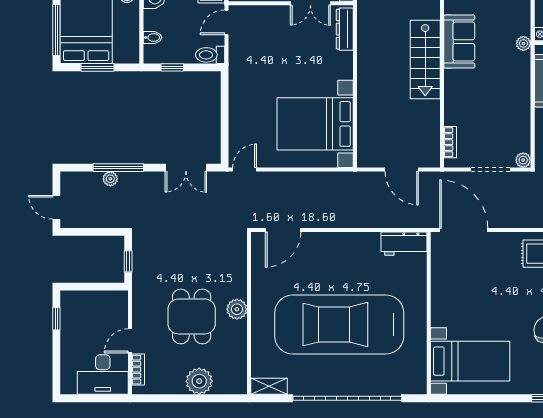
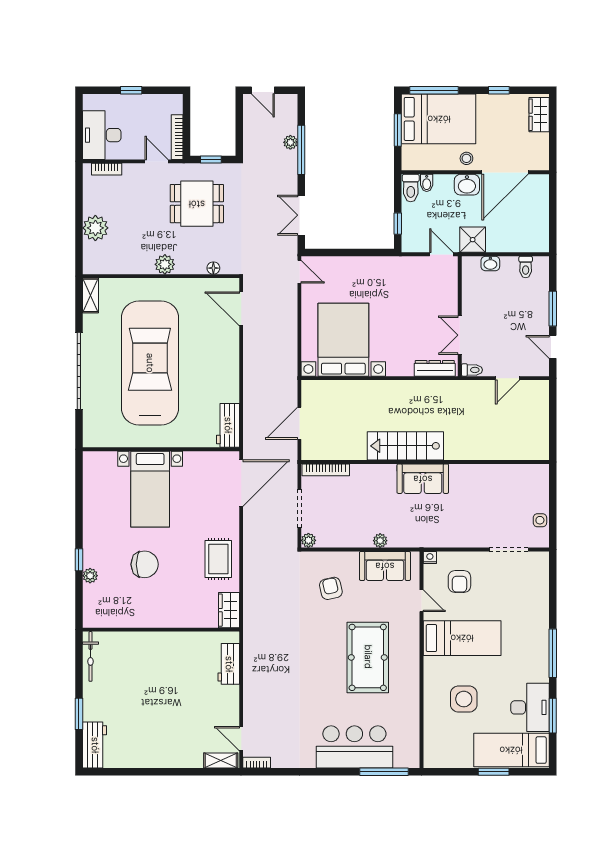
plant: (523, 43) -> (380, 541), moved
toilet: (210, 55) -> (411, 188), moved, turned 180
window: (172, 67) -> (398, 224), moved
bookcase: (450, 142) -> (326, 470), width x1.56
door: (56, 207) -> (263, 90), swing flipped
floor lamp: (241, 259) -> (213, 268), added
bookcase: (105, 296) -> (177, 137), added
dining table: (192, 316) -> (197, 204), moved
window: (56, 319) -> (131, 90), moved
door: (130, 341) -> (156, 161), moved
bed with nightstands: (470, 361) -> (150, 489), moved
garage door: (347, 398) -> (79, 371), width x0.73

